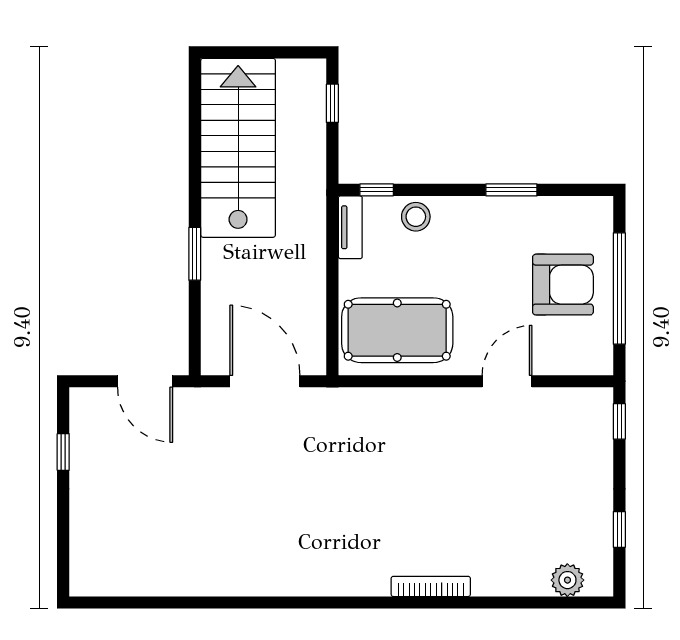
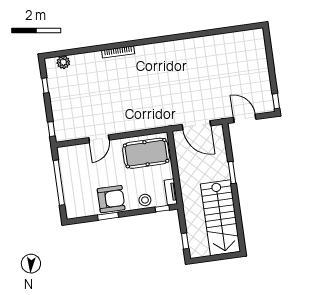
armchair: (563, 285) -> (111, 199), moved, turned 180
window: (63, 452) -> (276, 101), moved

